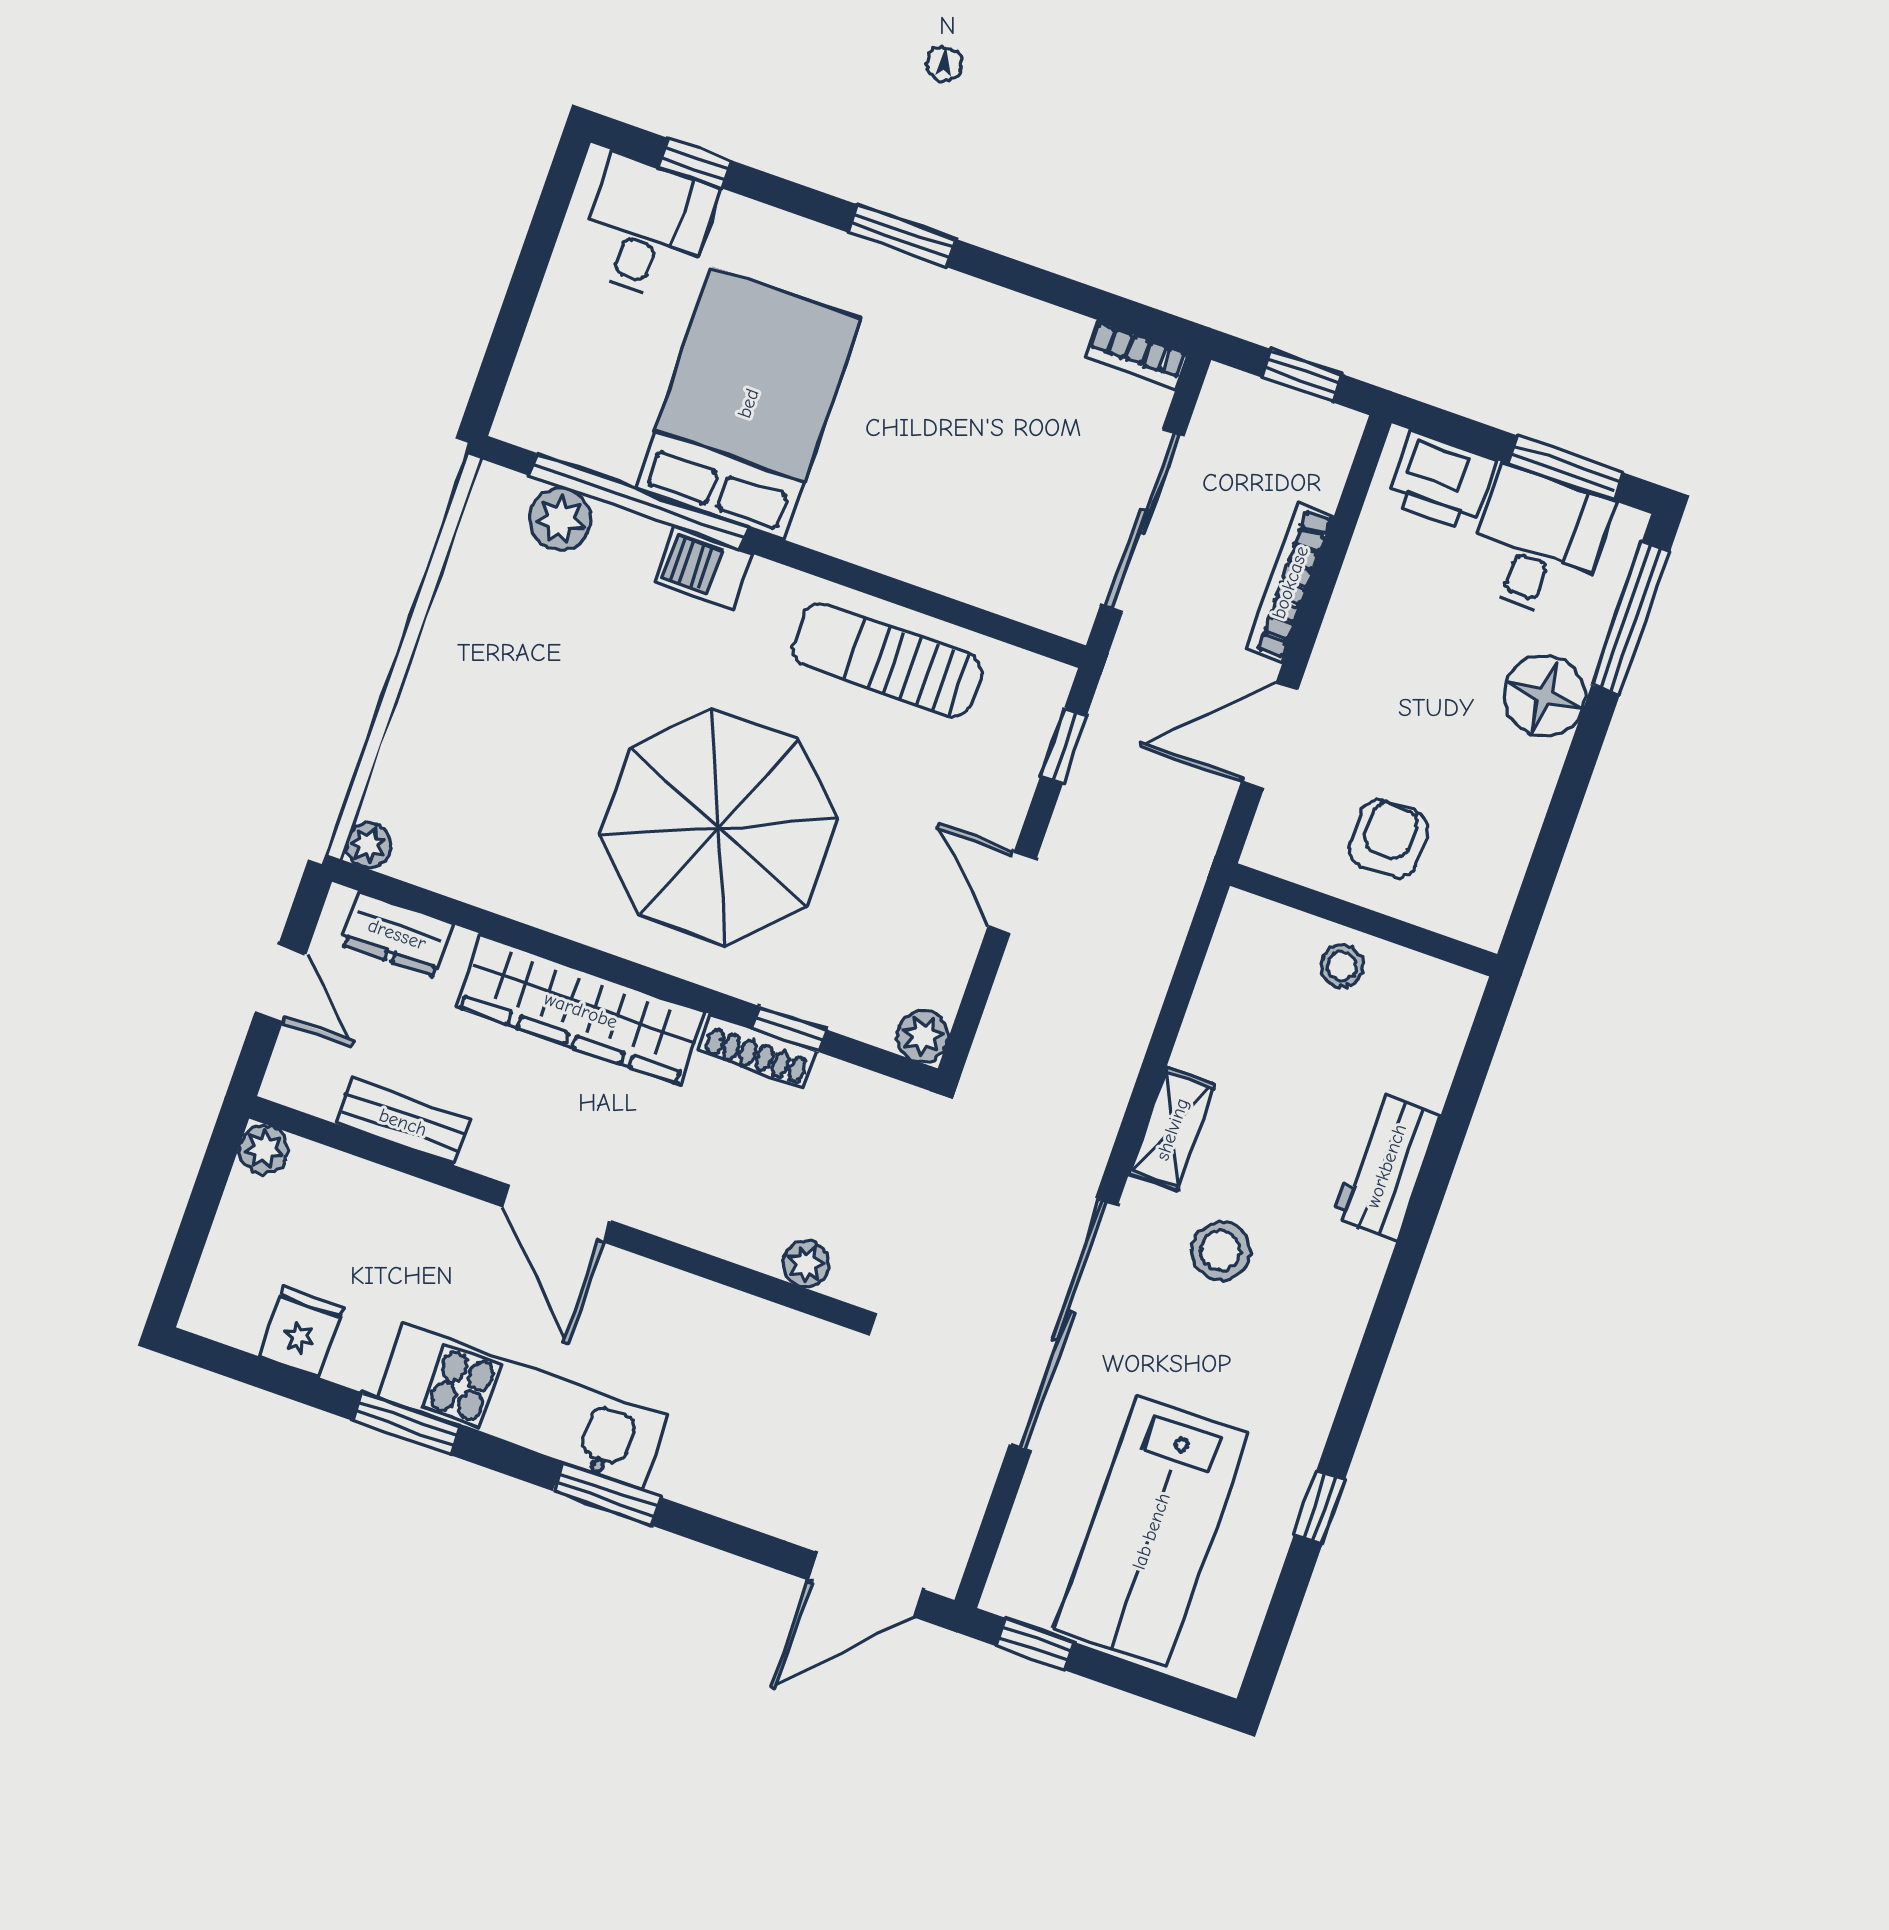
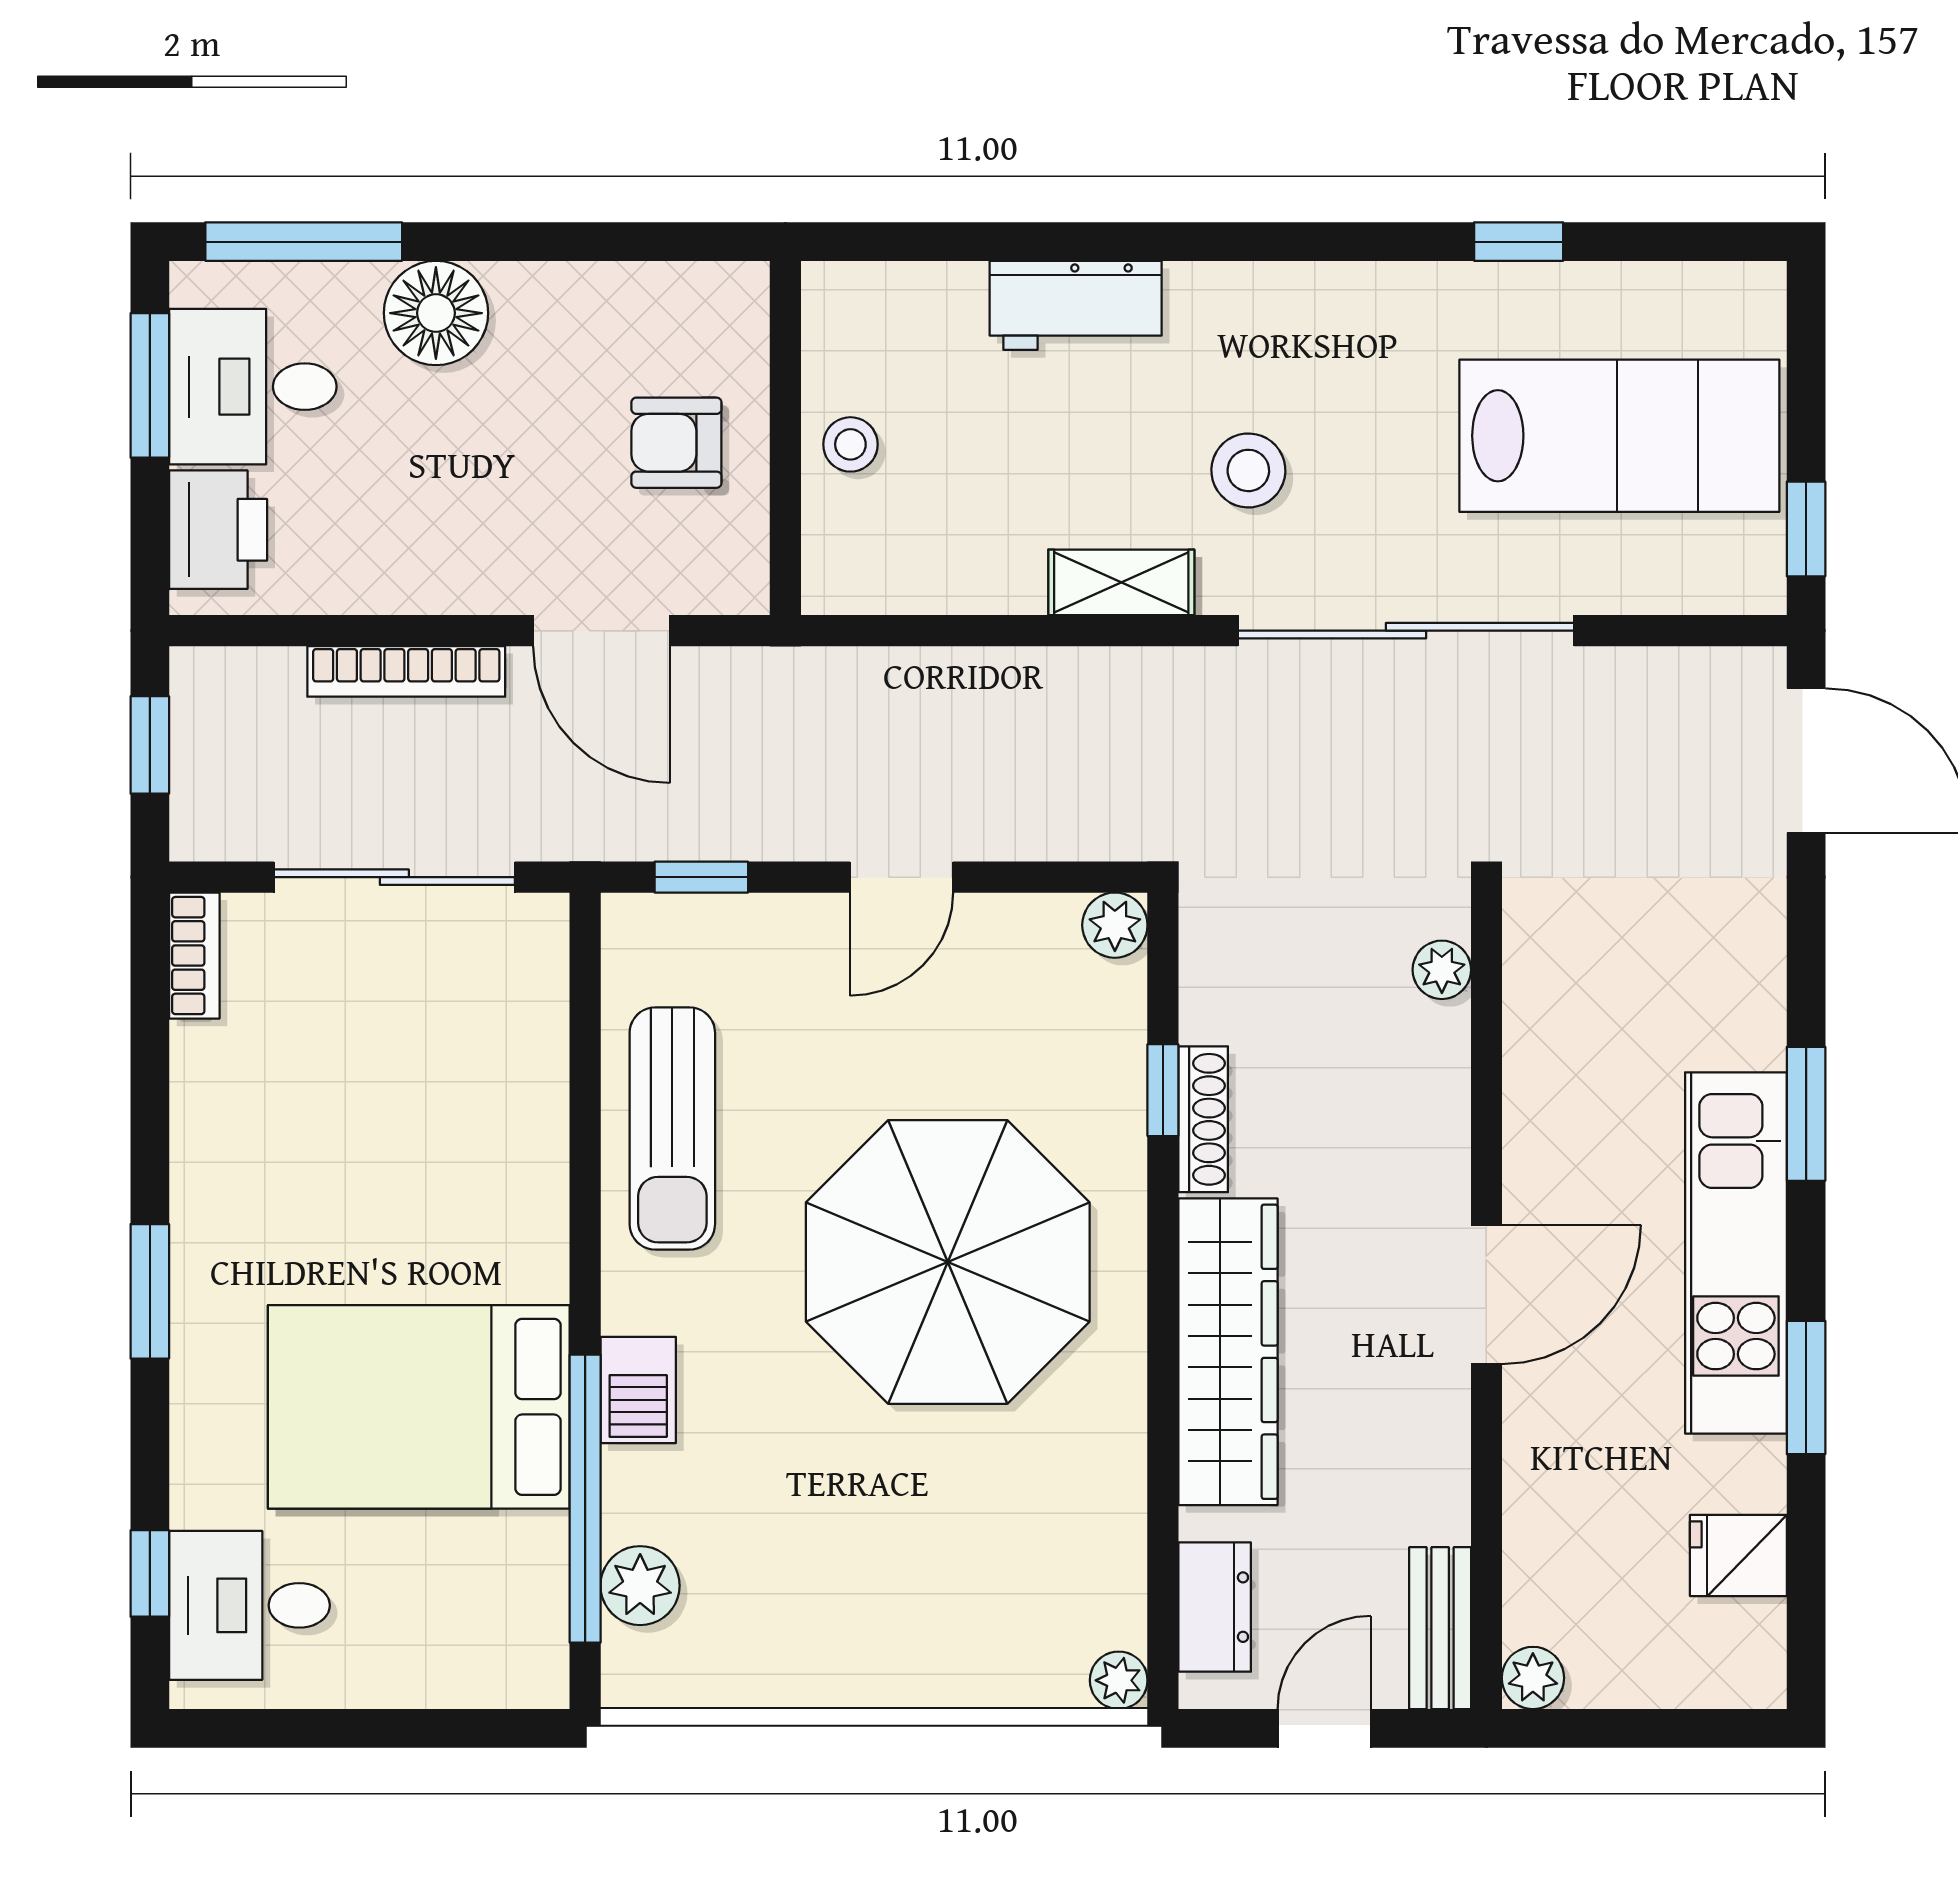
bench: (403, 1122) -> (1440, 1628), moved

